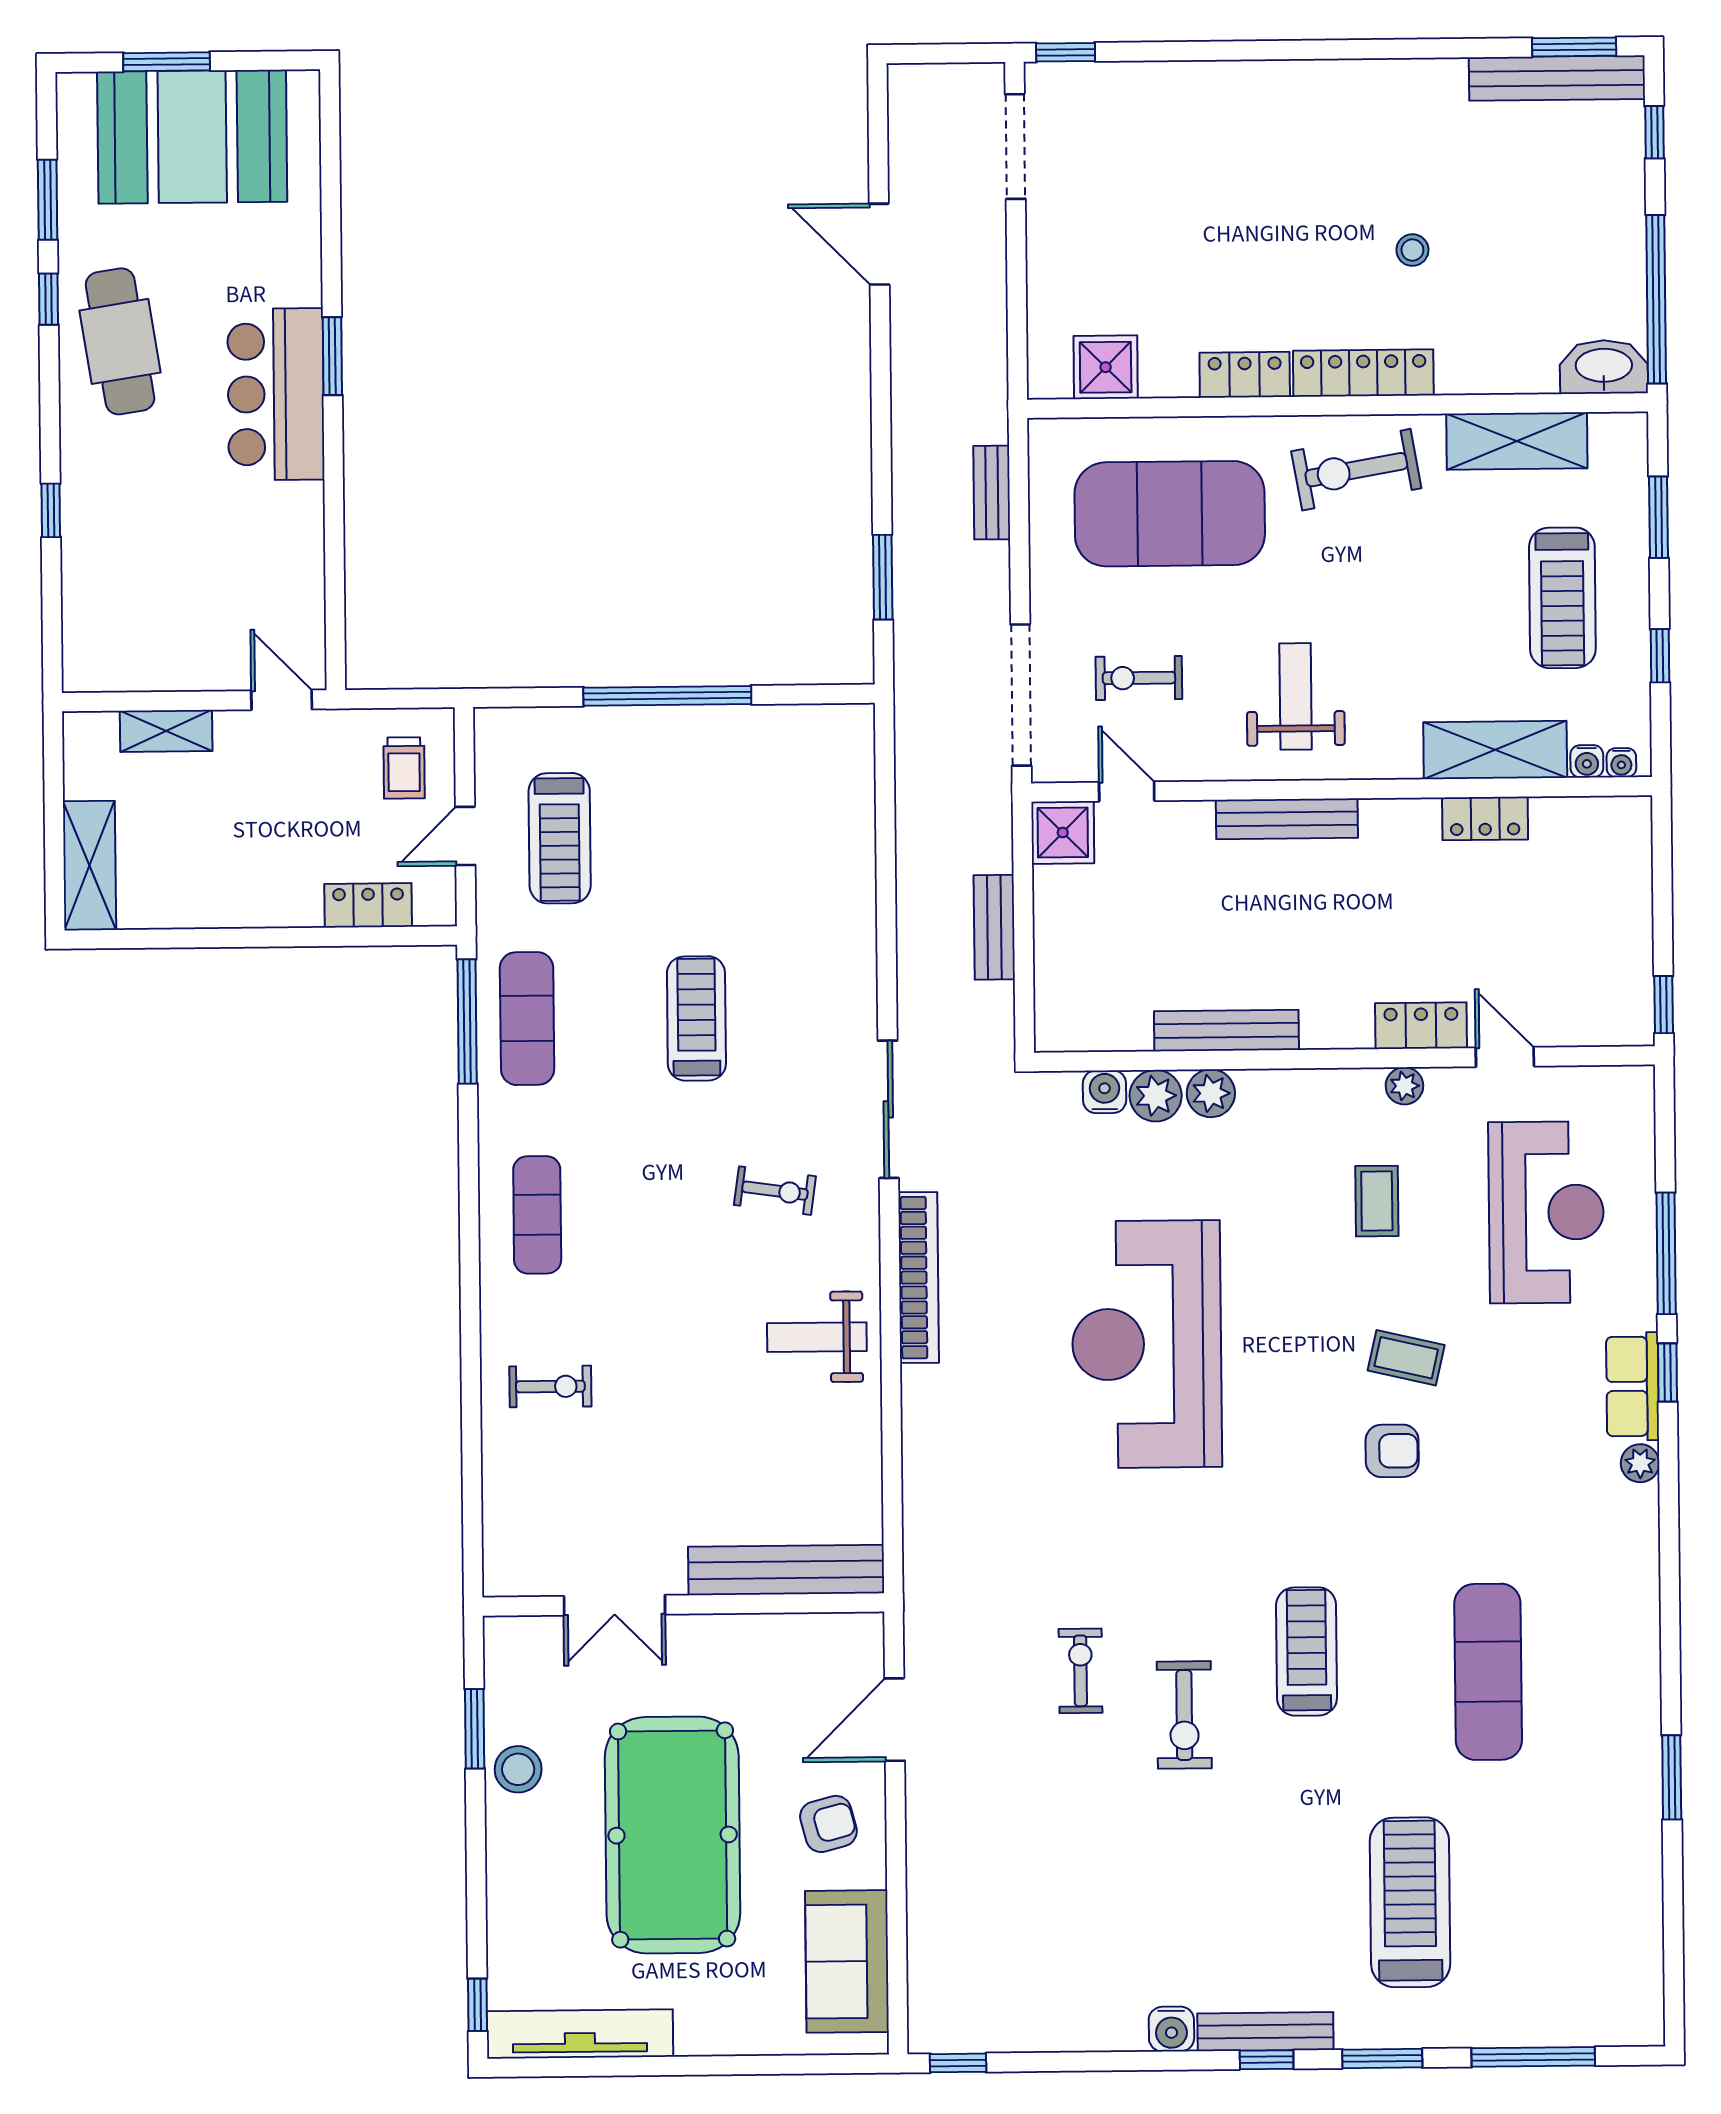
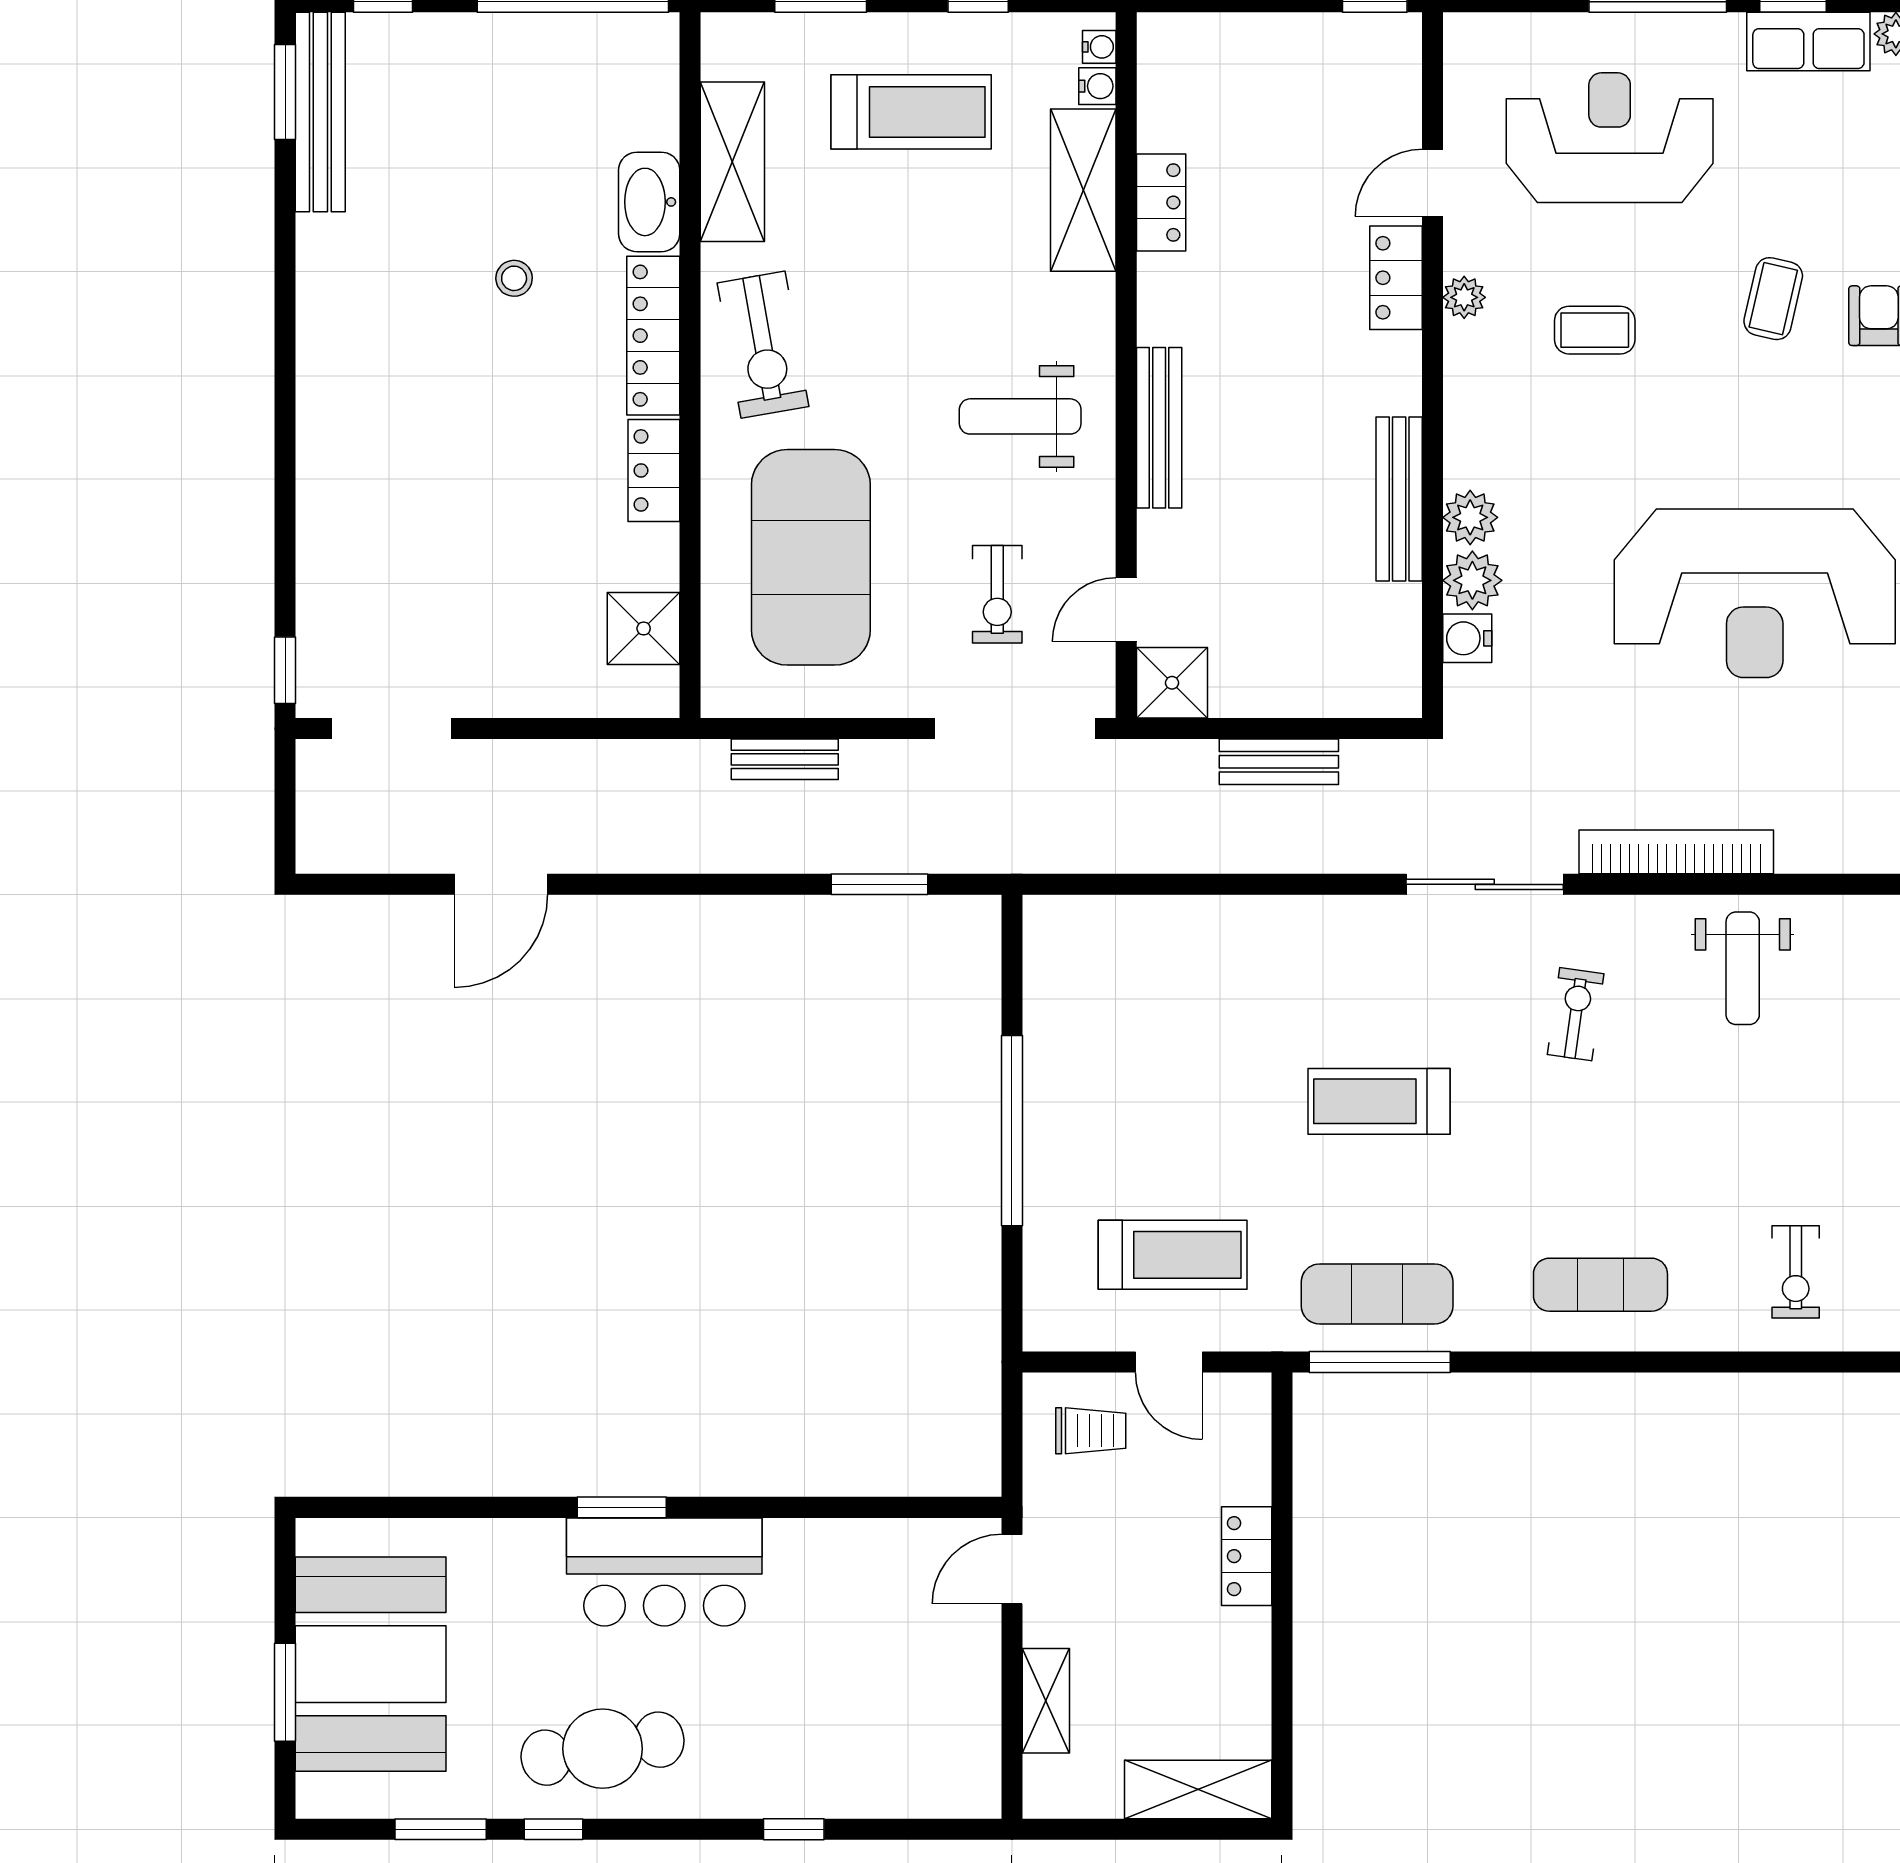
washbasin: (1604, 367) -> (649, 202), moved
locker: (368, 905) -> (1247, 1556), moved
exercise bike: (550, 1386) -> (1796, 1272), turned 180

